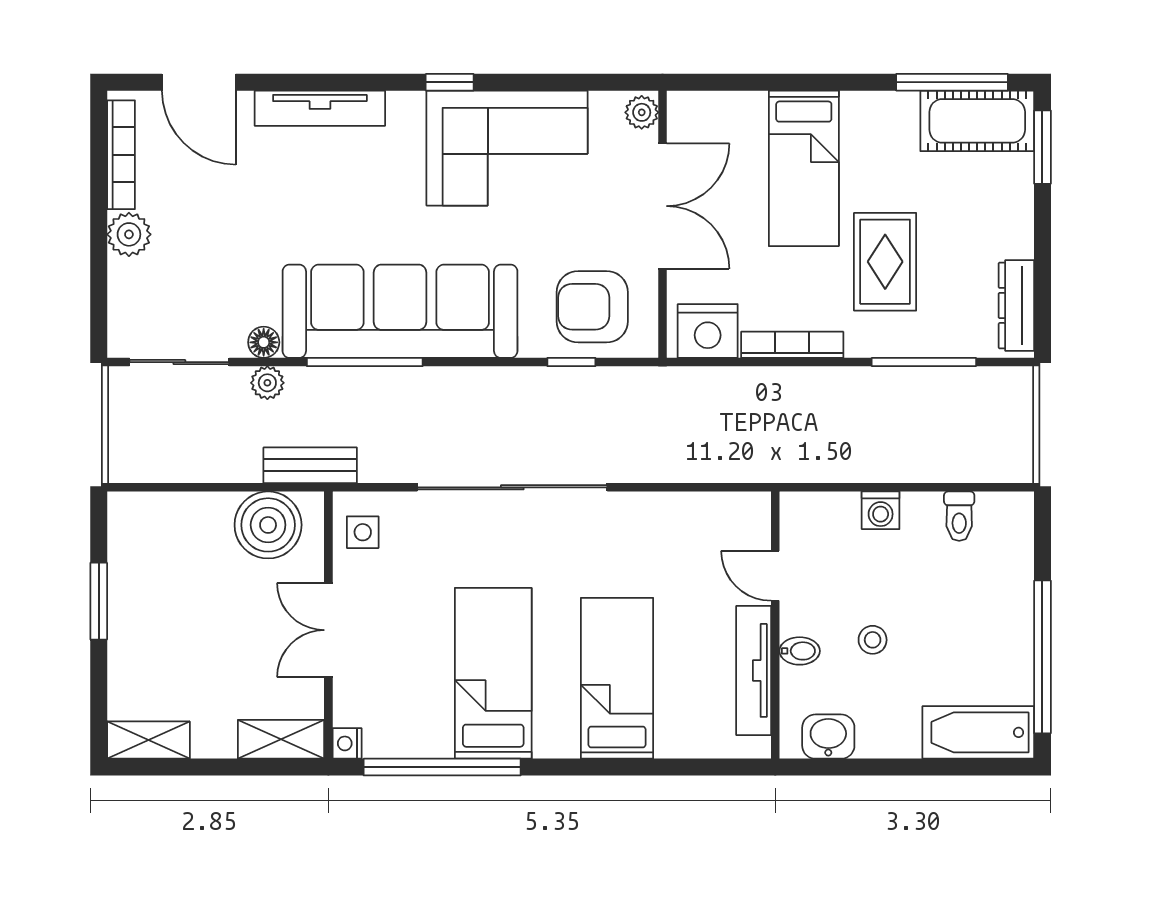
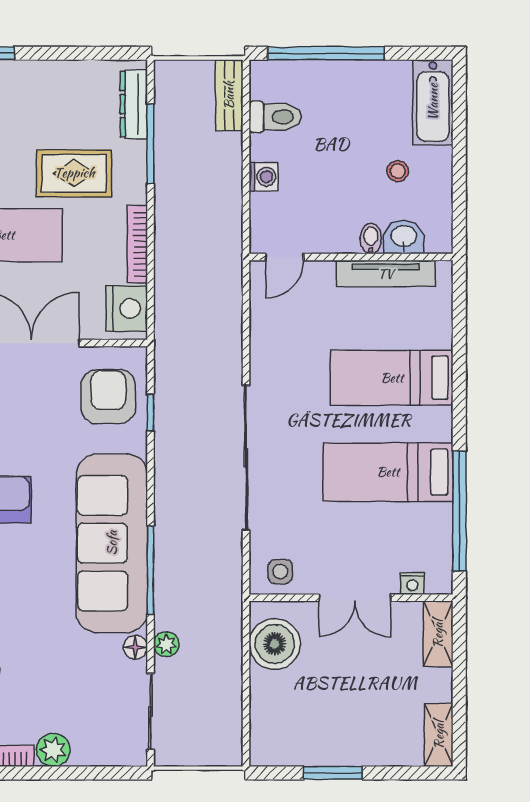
dresser: (1016, 305) -> (134, 104), moved, turned 90
armchair: (592, 307) -> (108, 397), turned 180
bench: (310, 465) -> (229, 95), moved
toilet: (959, 516) -> (275, 117), width x1.37, depth x1.39
door: (775, 576) -> (285, 257), moved
stool: (873, 640) -> (398, 171), moved
window: (1042, 657) -> (326, 53), moved
washbasin: (828, 737) -> (404, 237), moved, turned 90
nightstand: (347, 743) -> (412, 584), moved

